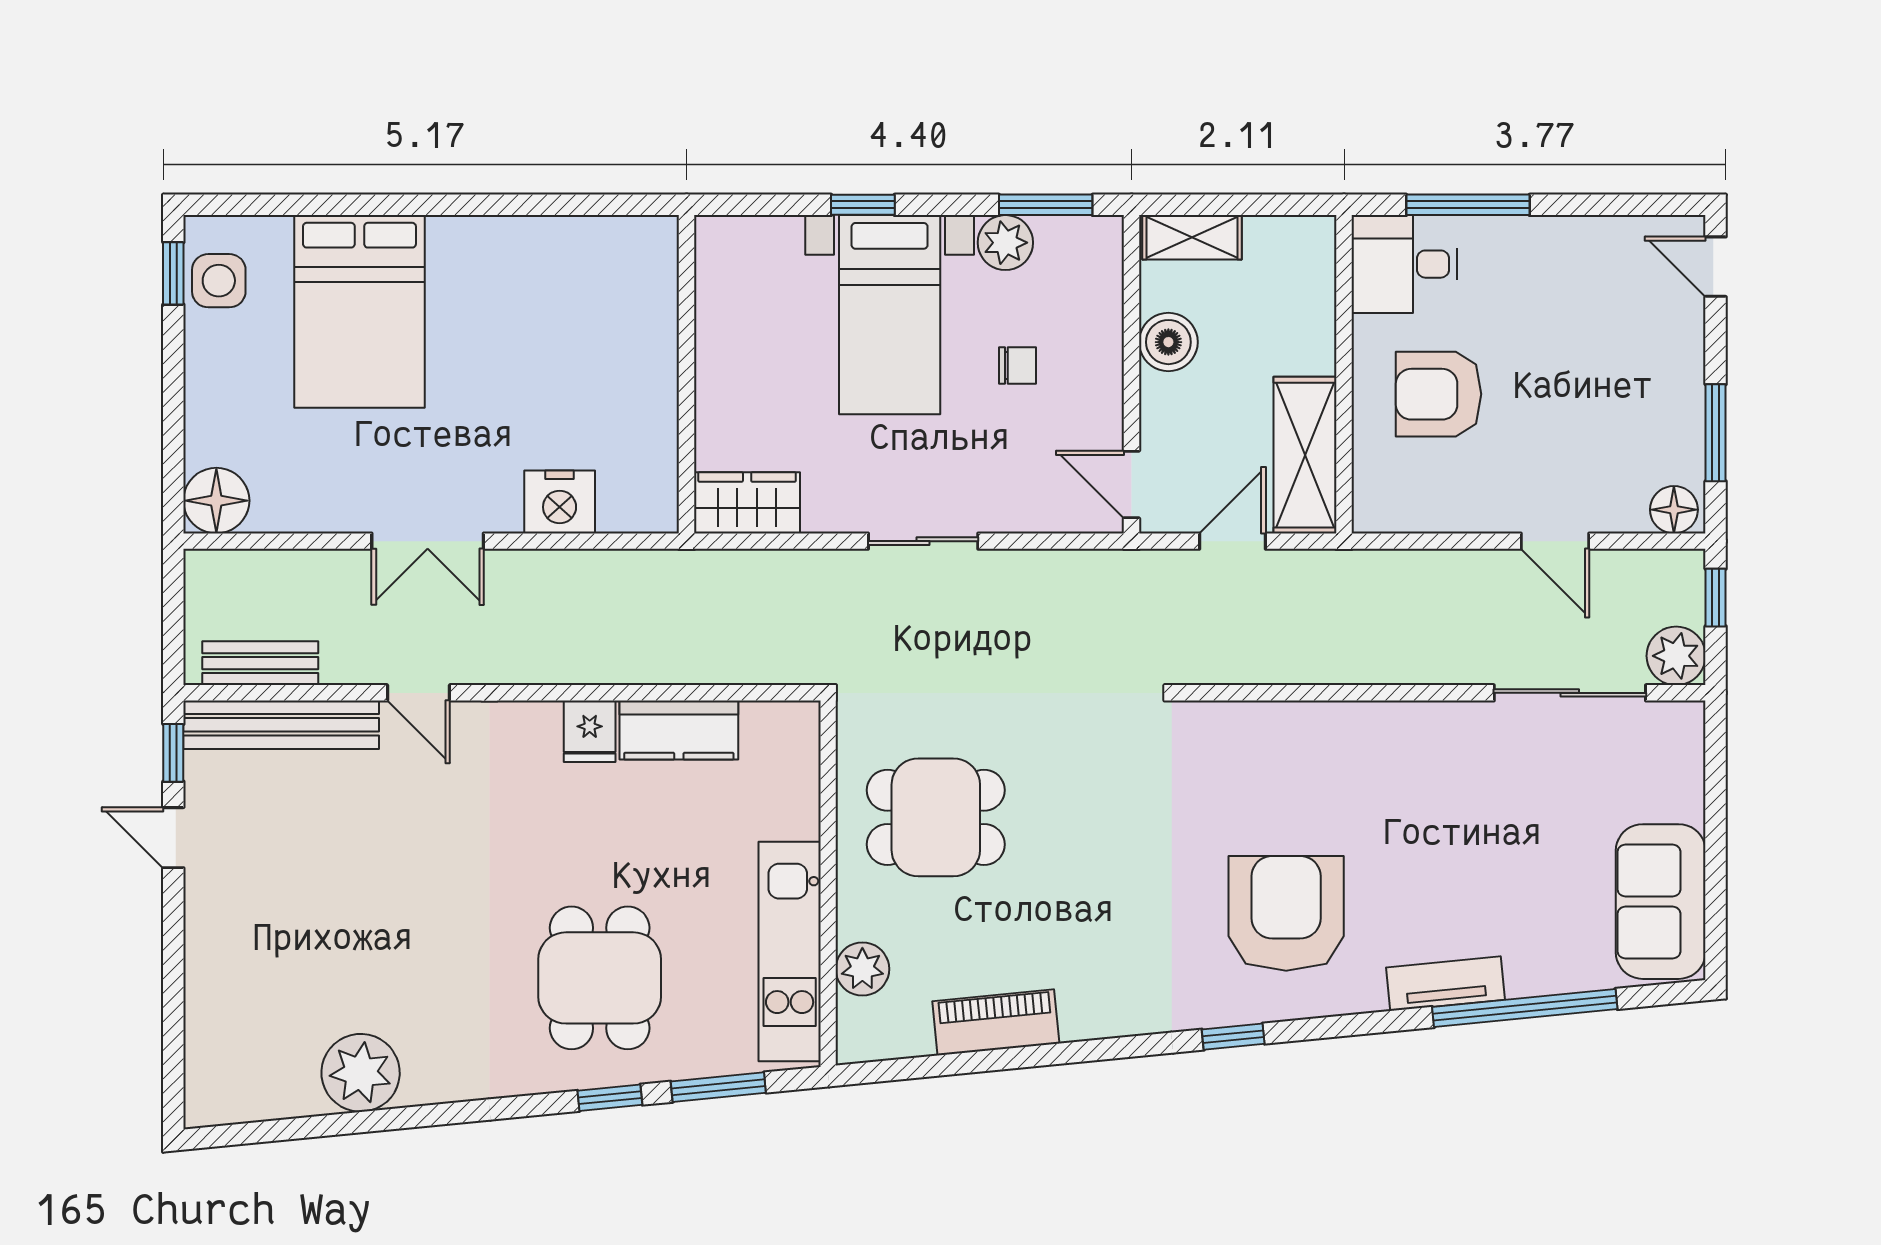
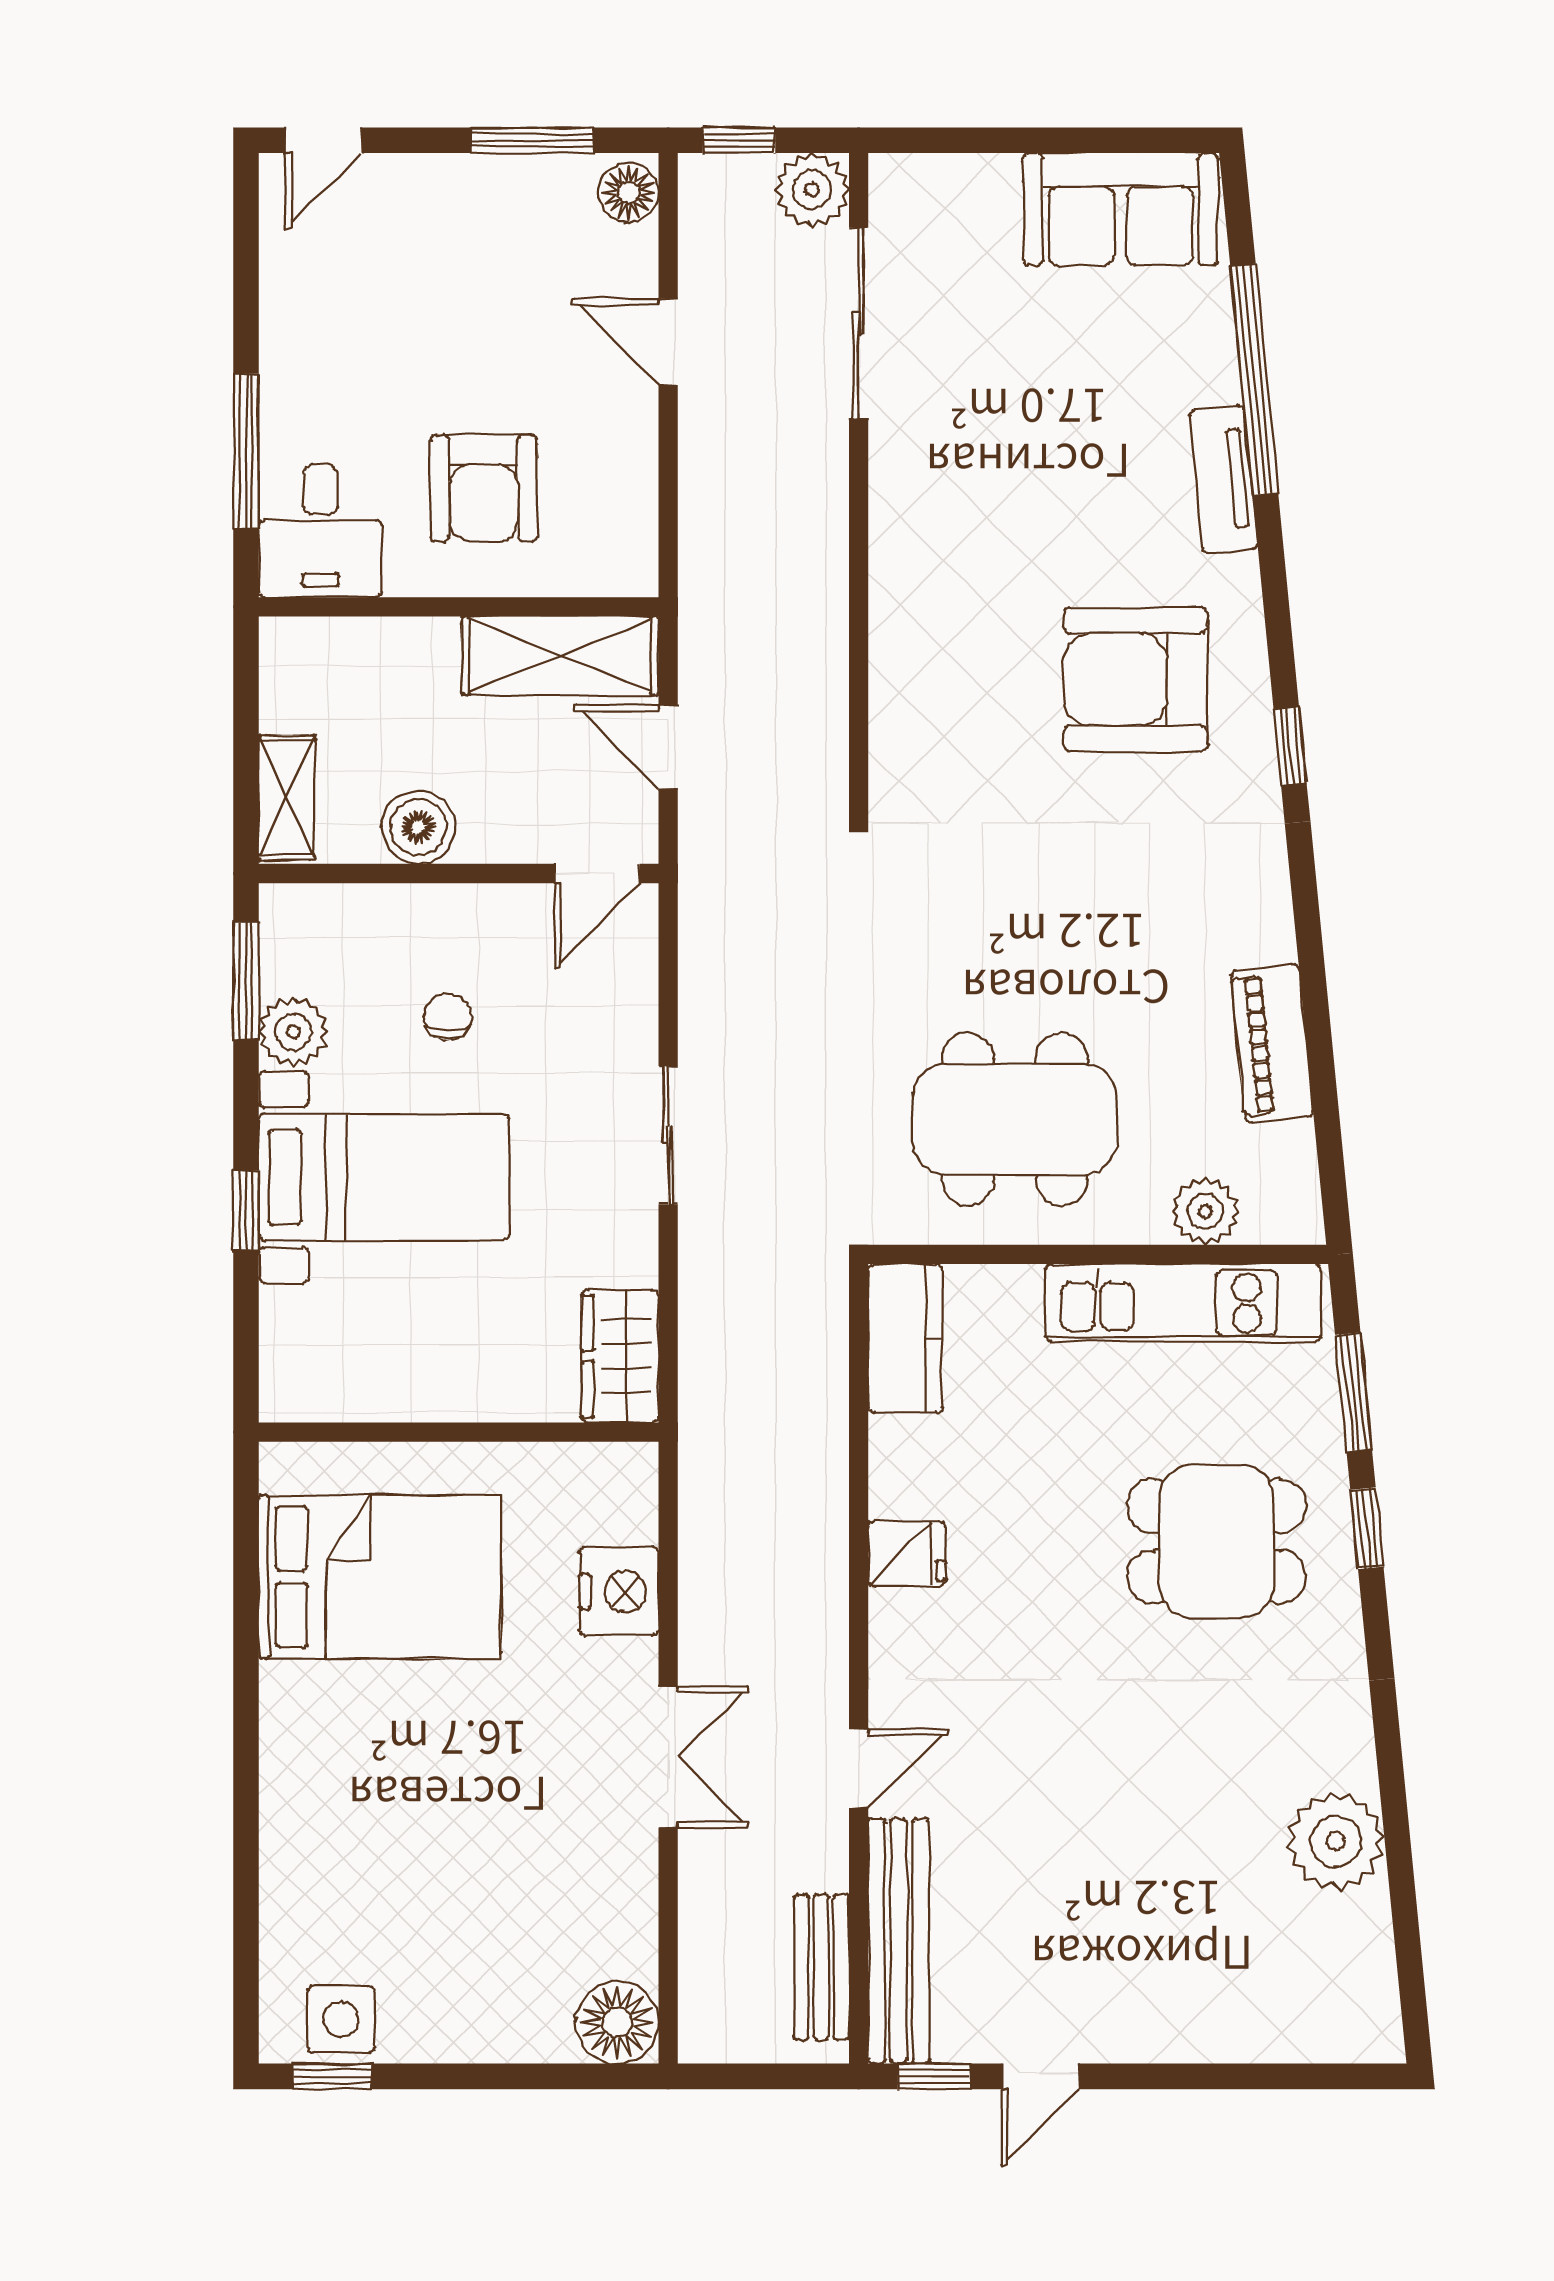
bed: (359, 311) -> (380, 1577), moved
door: (1555, 541) -> (668, 342), swing flipped
kitchen counter: (679, 730) -> (905, 1338), moved
dining table: (936, 817) -> (1015, 1119), width x1.38

